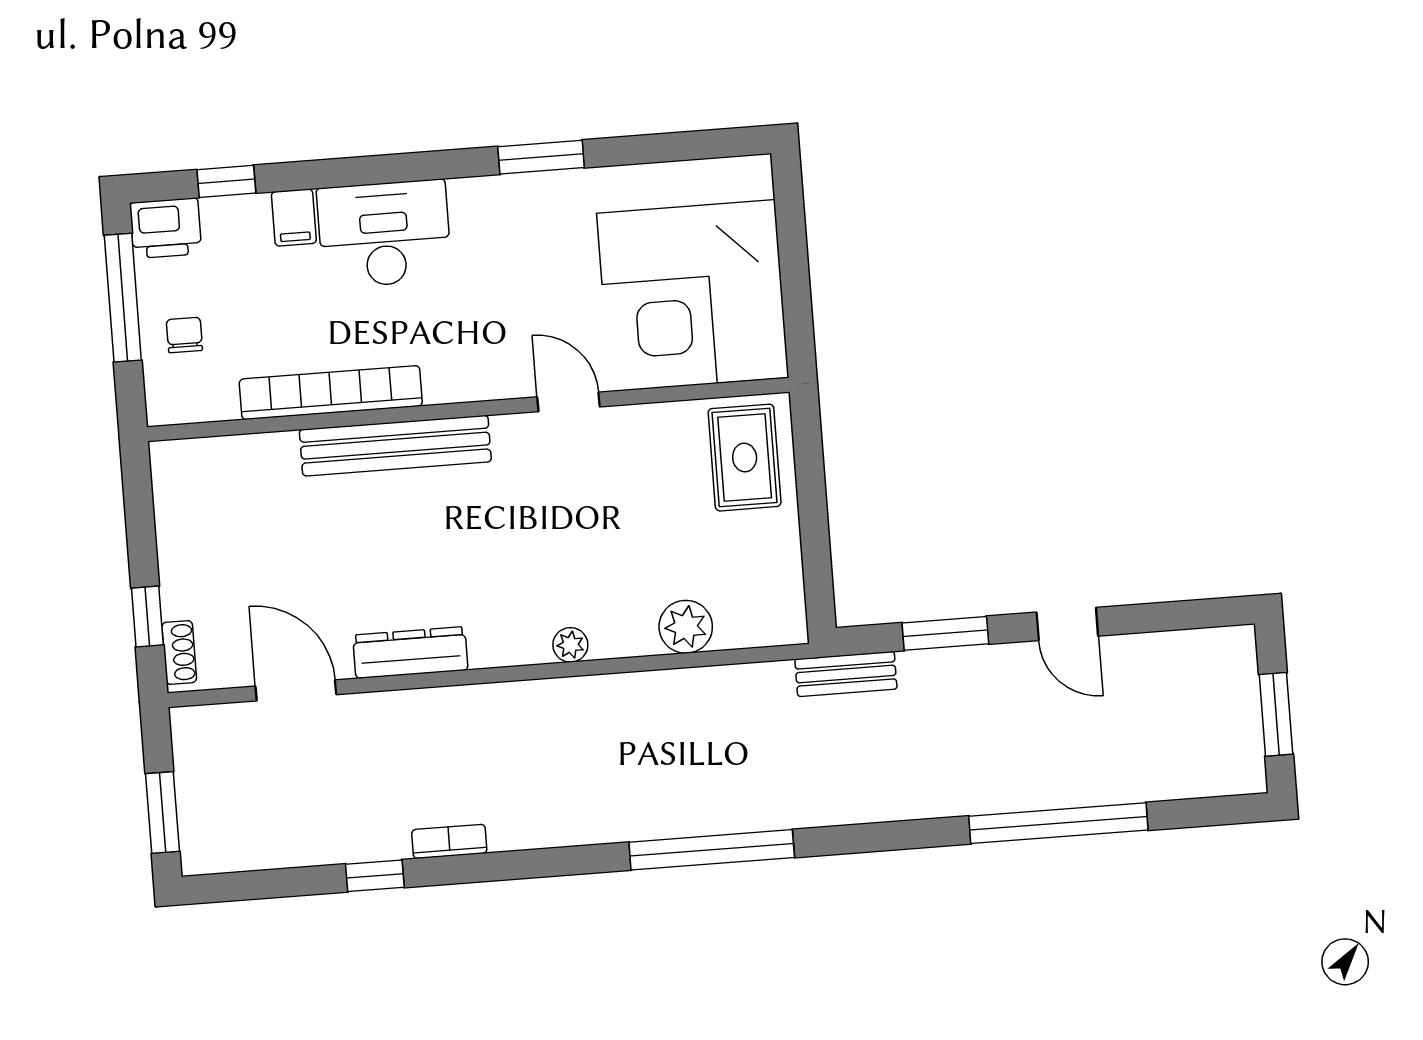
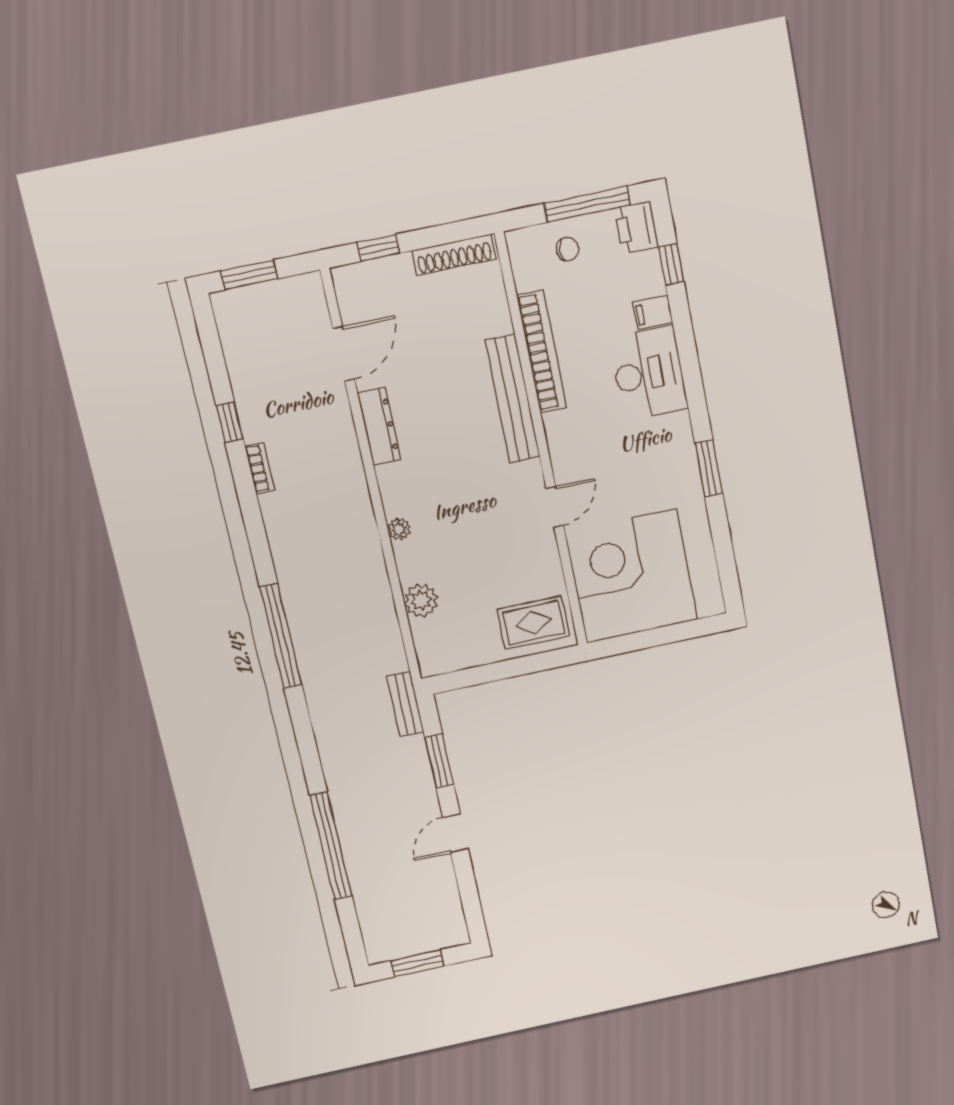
shoe rack: (179, 652) -> (454, 255), moved, width x1.94, depth x1.24

